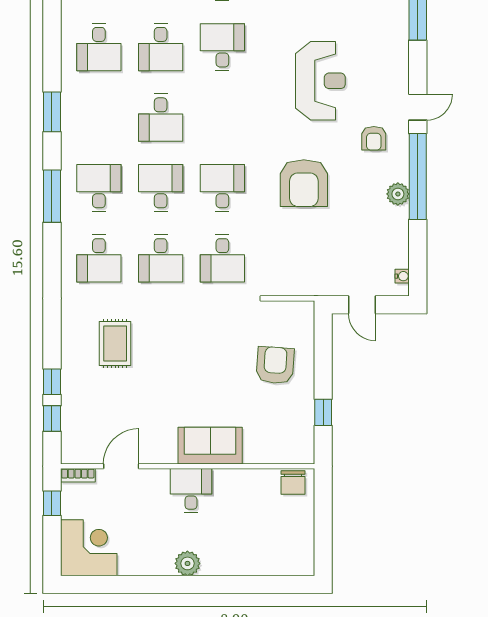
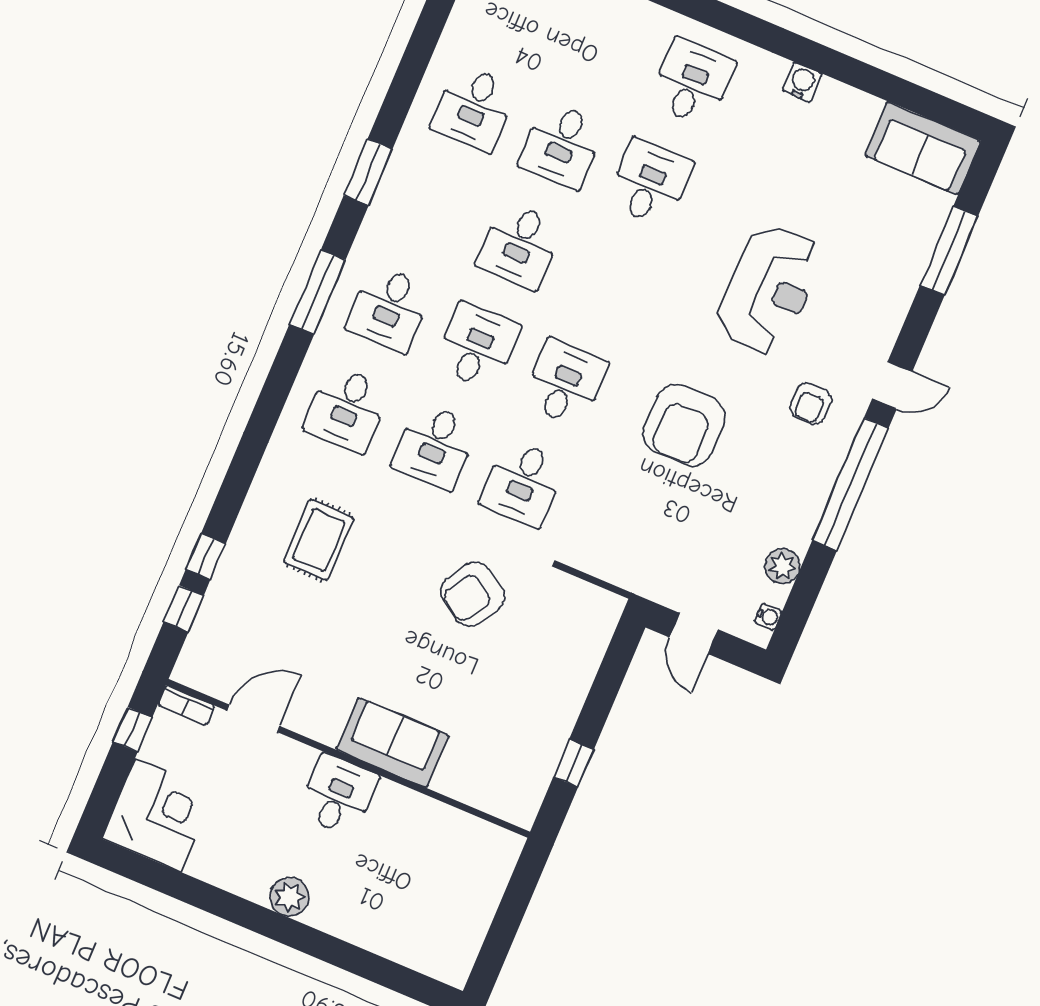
desk: (99, 188) -> (389, 309), turned 180
plant: (398, 194) -> (782, 566), moved
armchair: (275, 365) -> (472, 594), moved, turned -151
chair: (293, 482) -> (489, 845), removed

